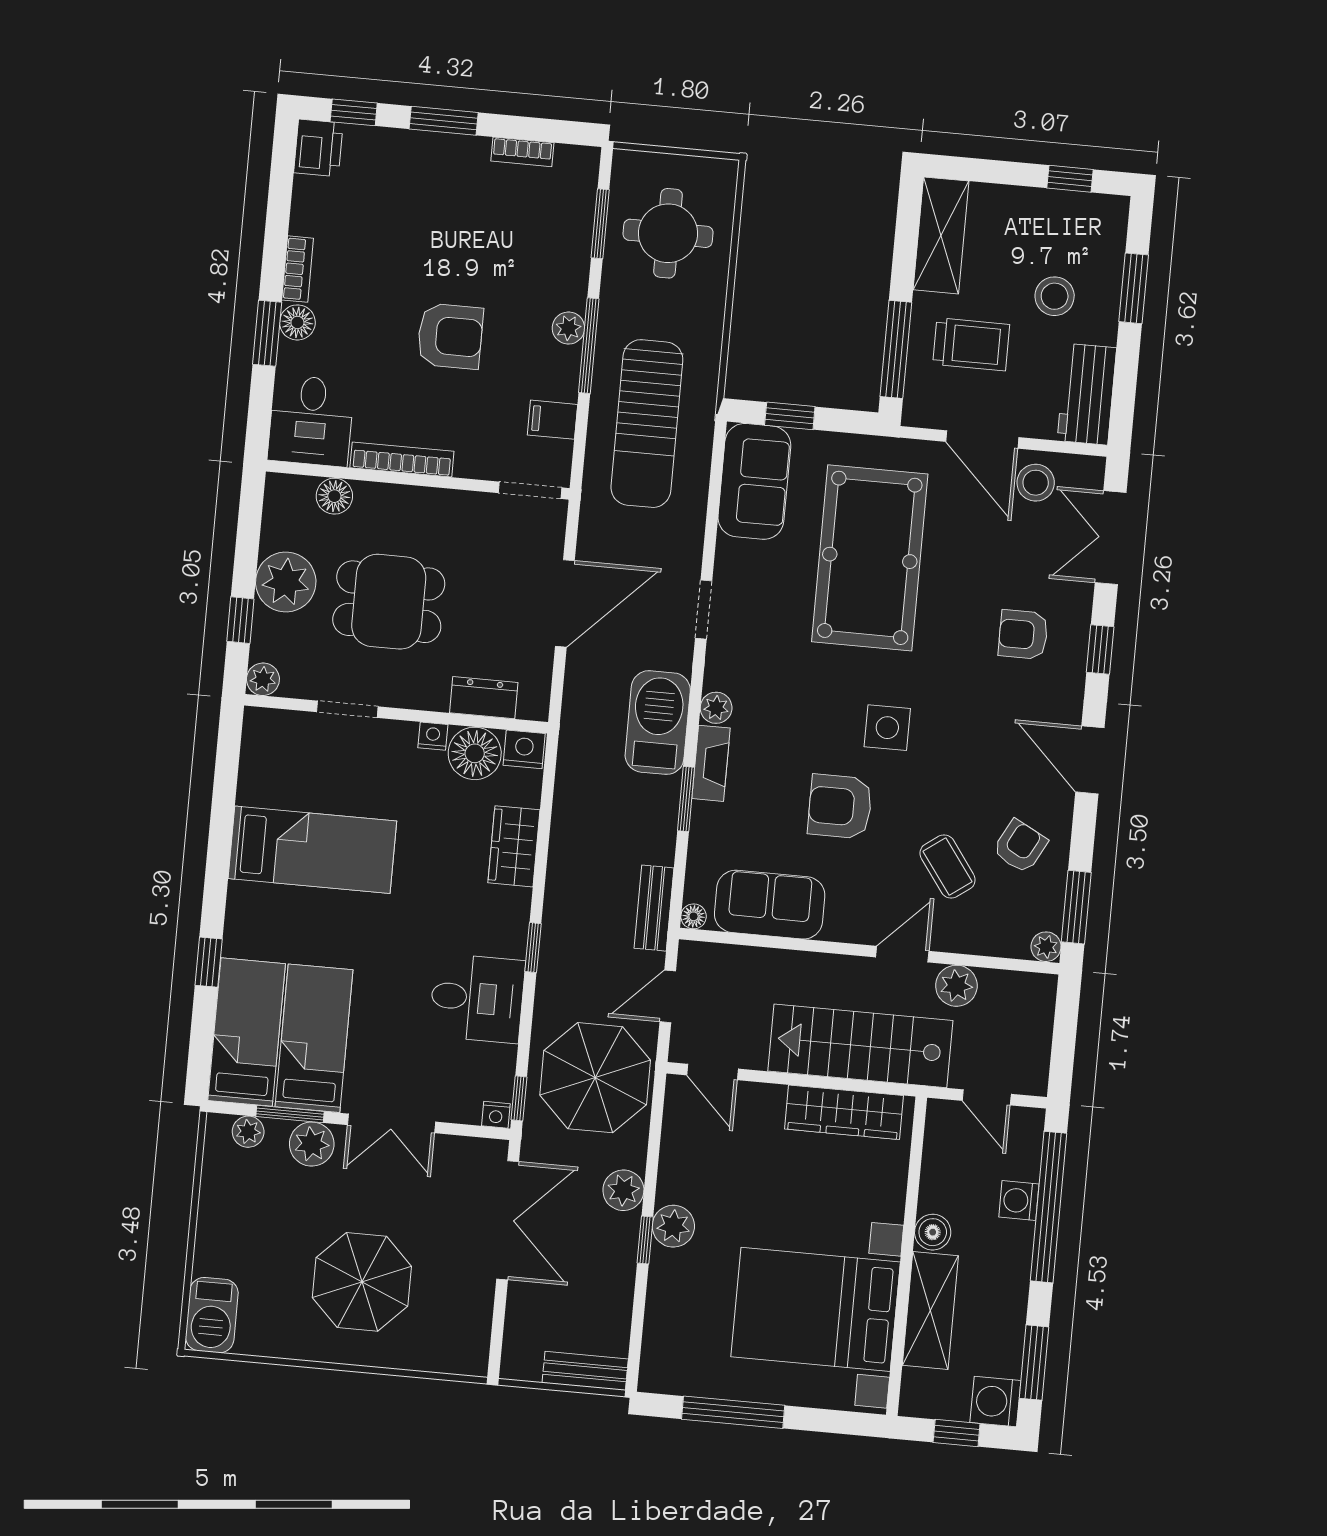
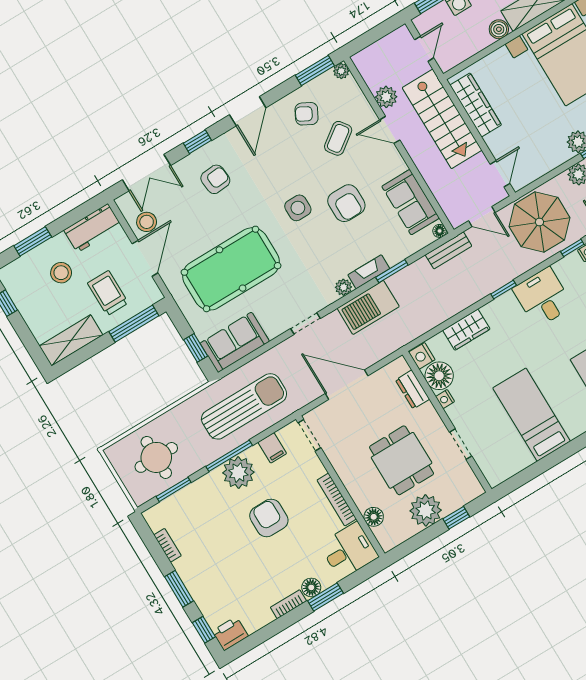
plant: (568, 328) -> (238, 473), width x1.88, depth x1.88
armchair: (1023, 635) -> (215, 179), turned -95
plant: (263, 679) -> (474, 489), removed

